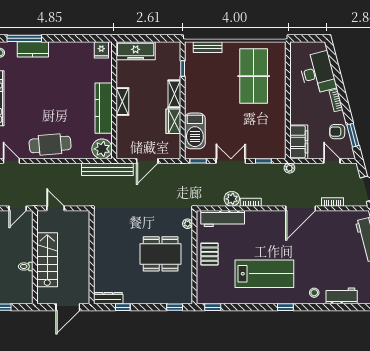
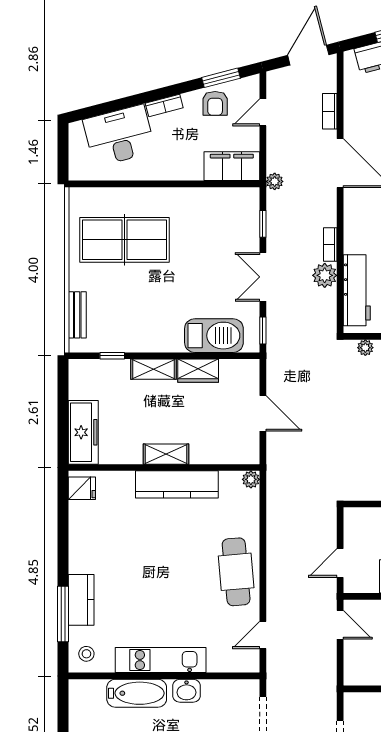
plant: (102, 149) -> (251, 479), width x0.53, depth x0.53
bench: (107, 169) -> (277, 478), removed

